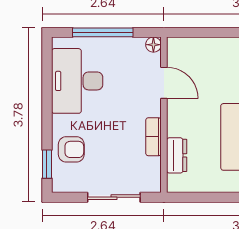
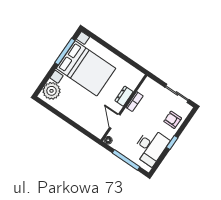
dresser: (177, 155) -> (124, 96), moved
window: (47, 164) -> (172, 143), moved
sliding door: (114, 197) -> (177, 93), moved

